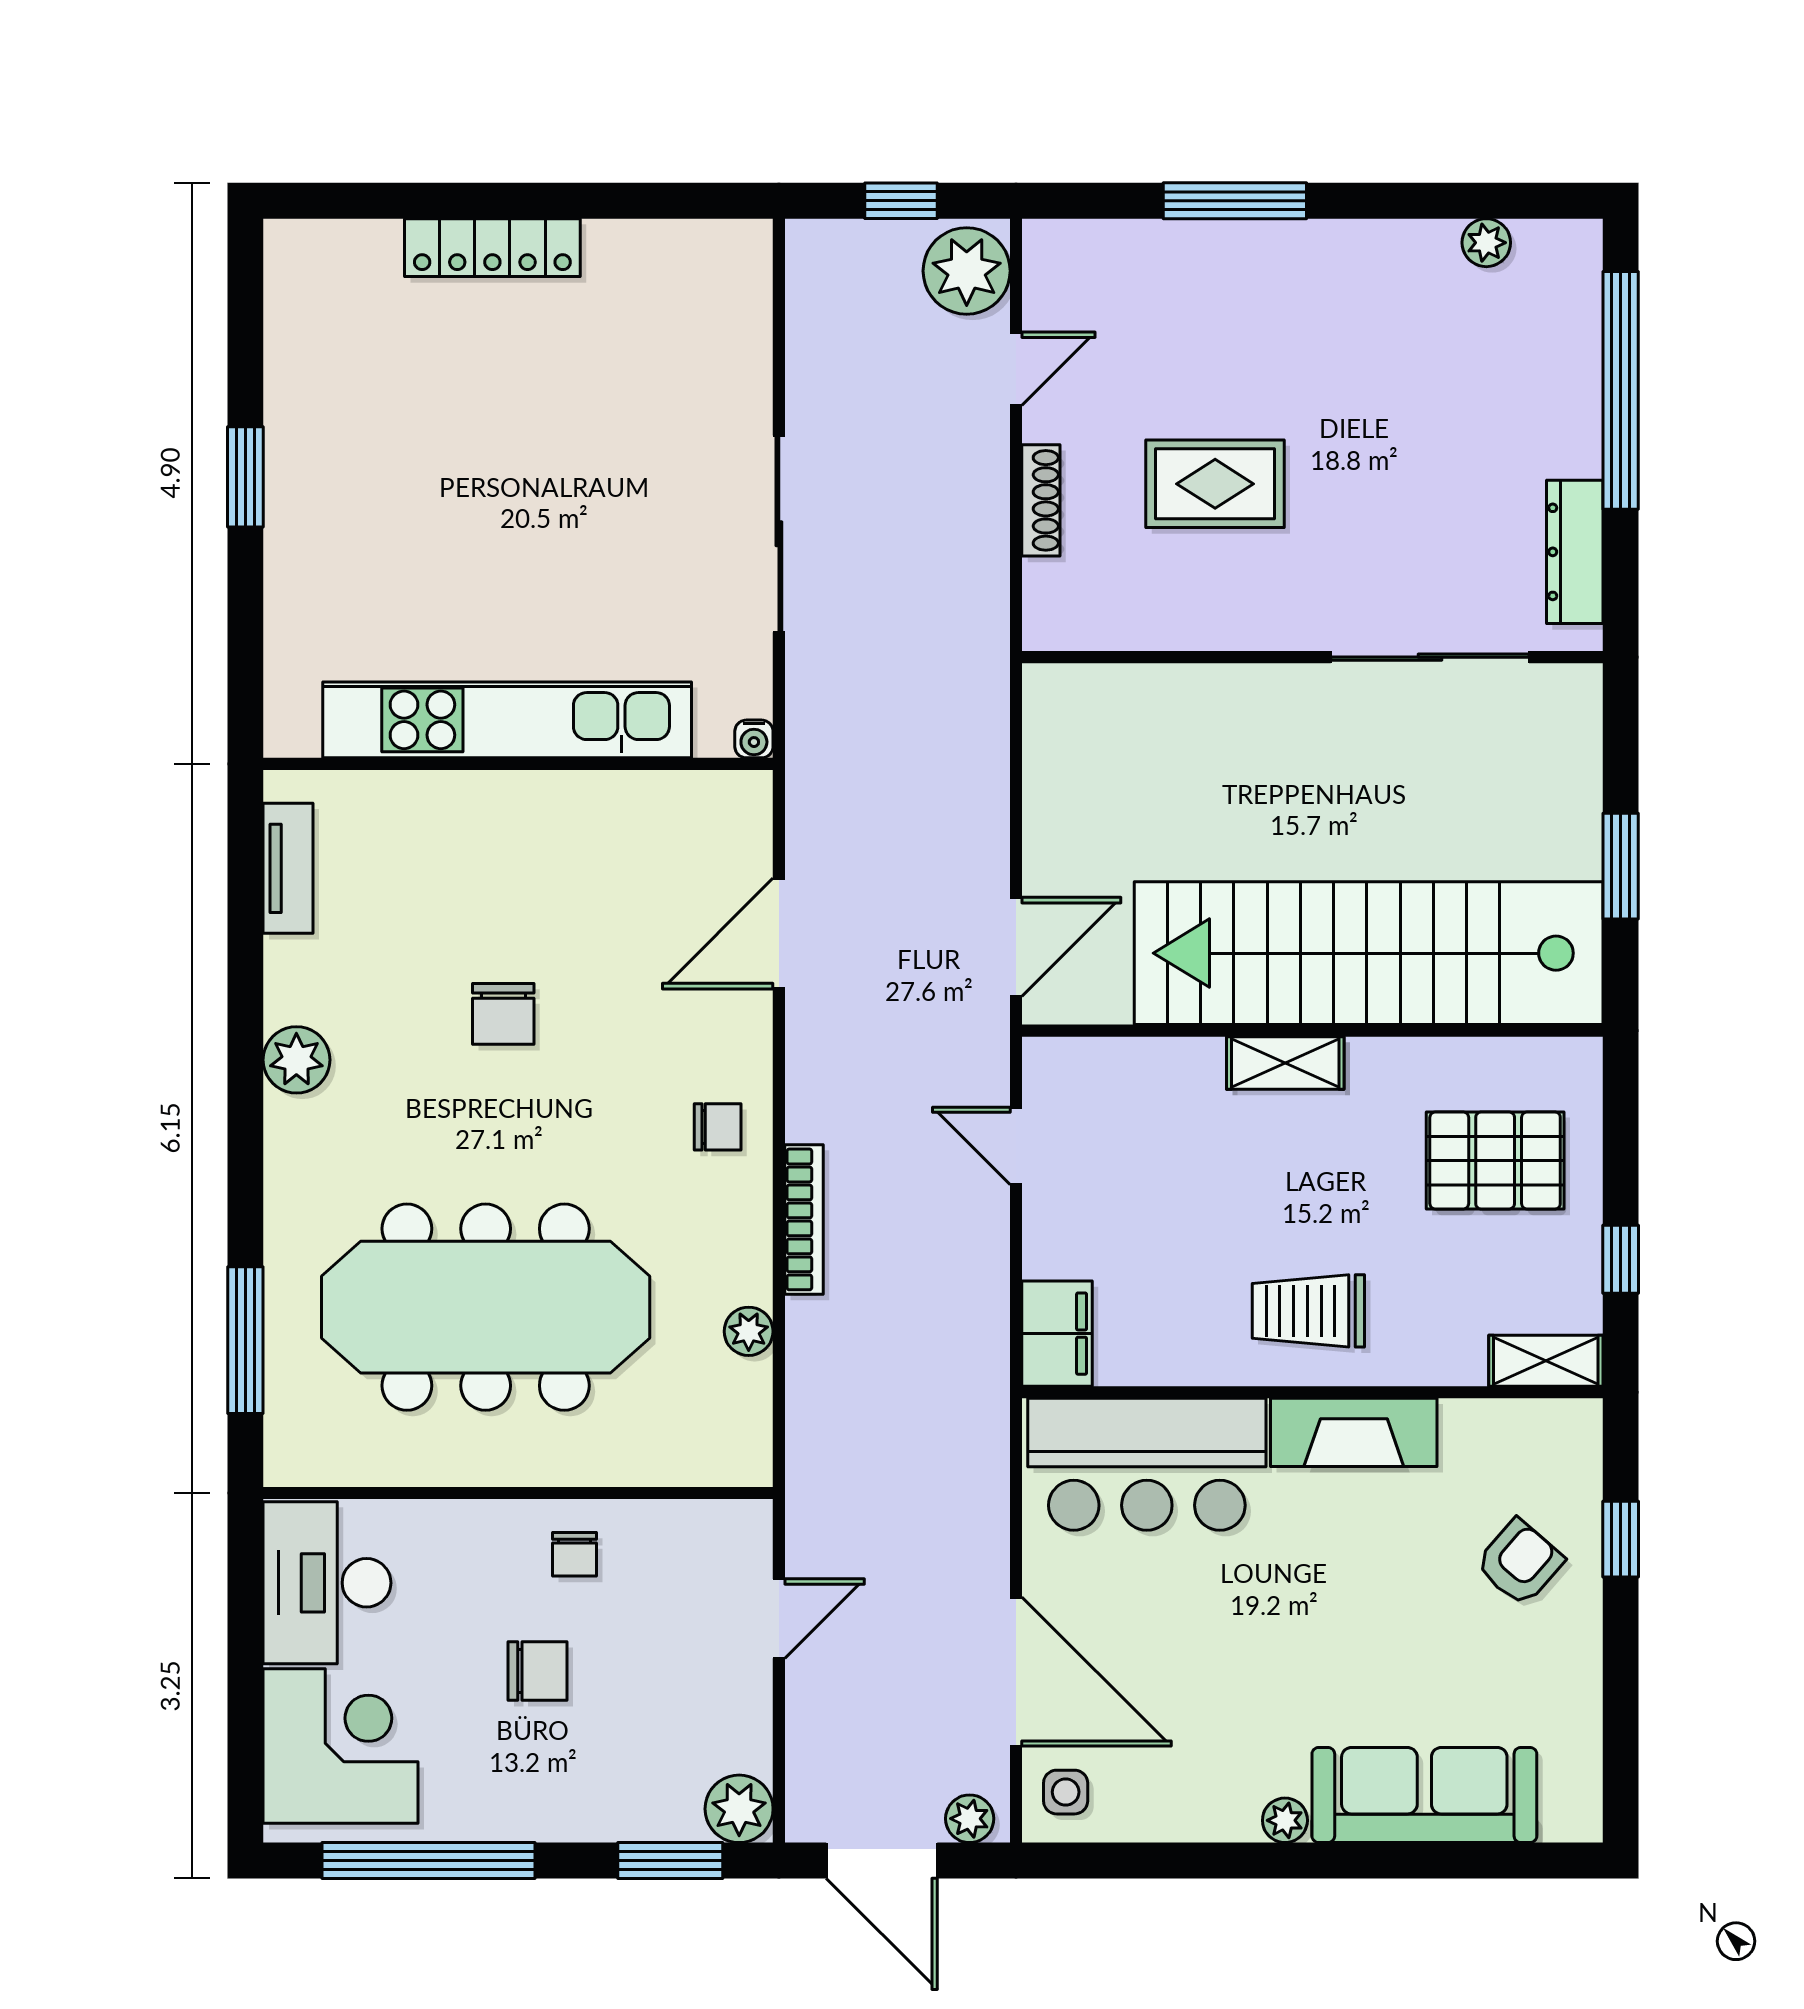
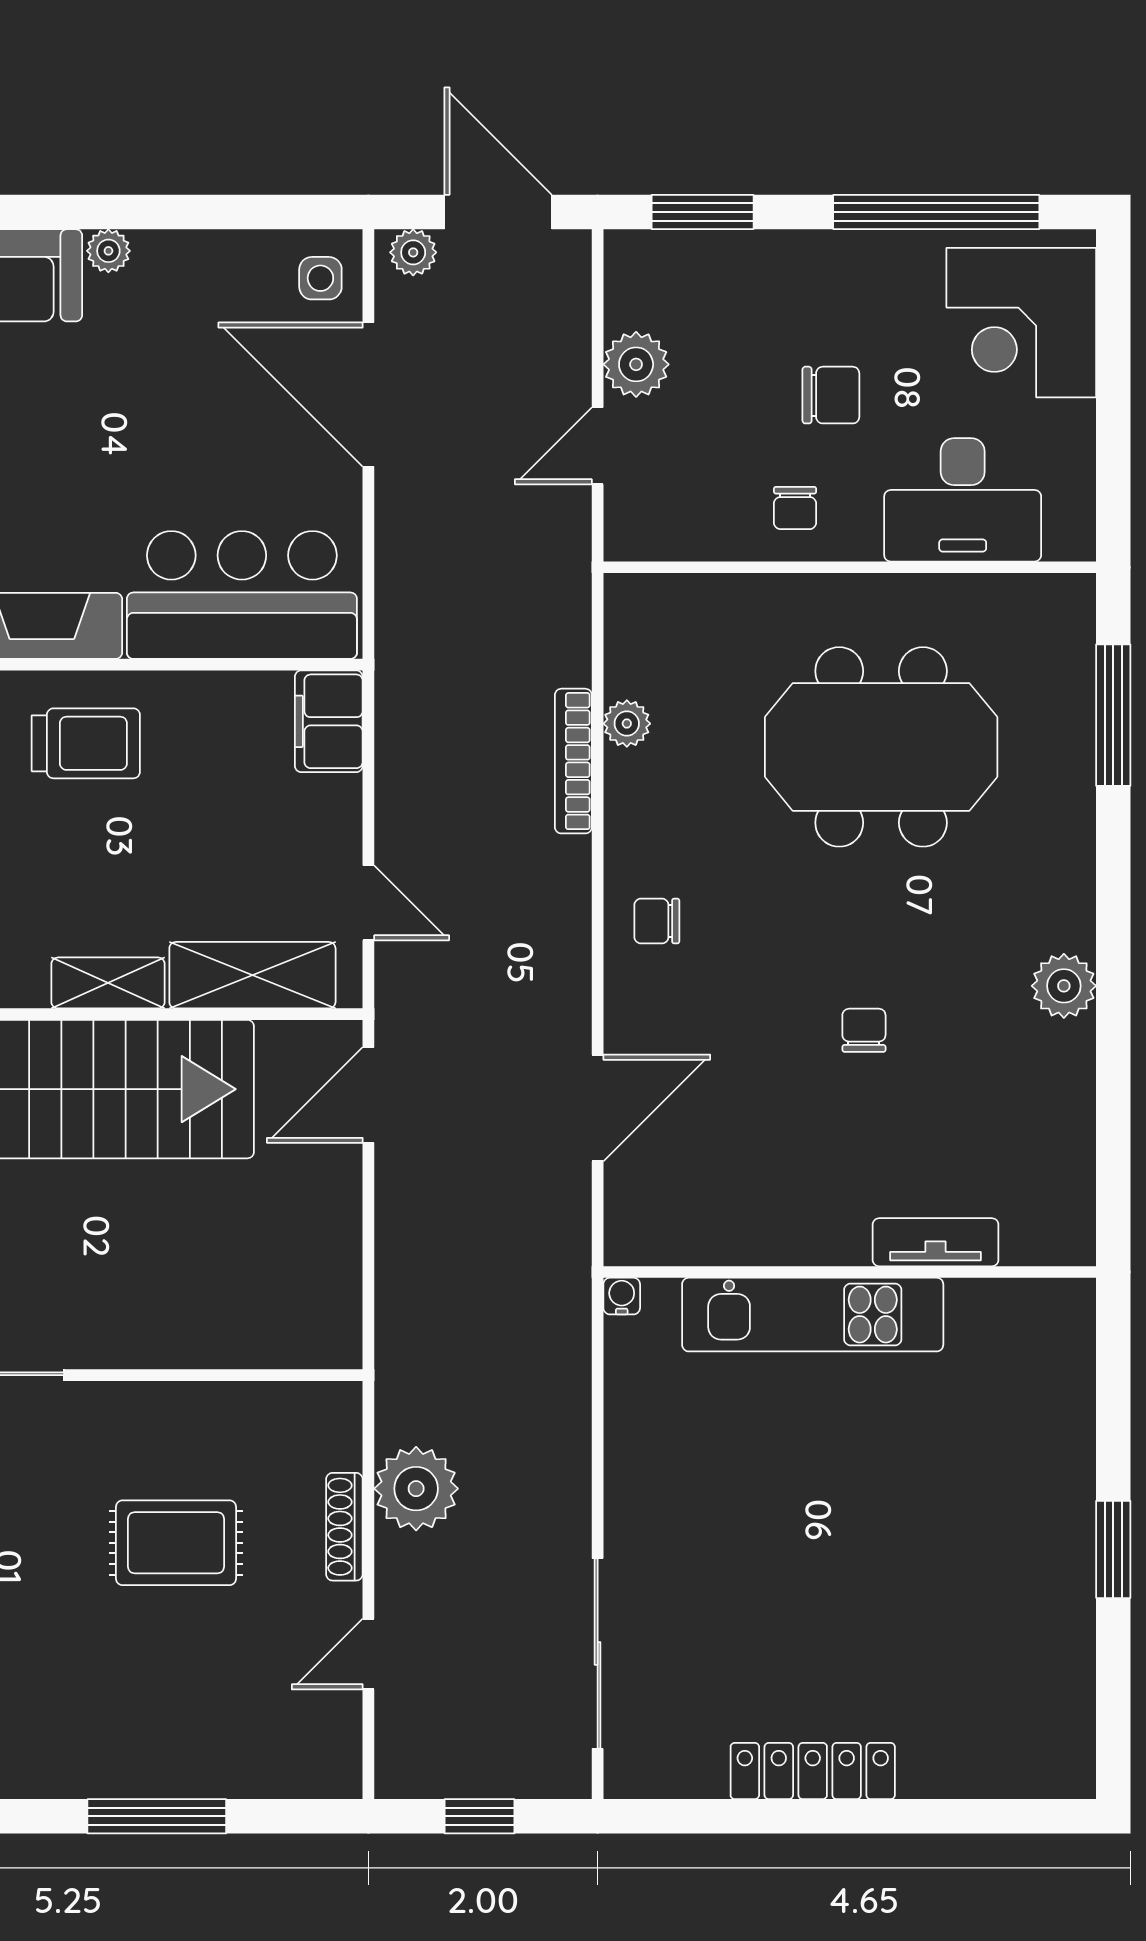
locker: (492, 248) -> (813, 1771), moved
plant: (967, 271) -> (416, 1489), moved
sliding door: (779, 534) -> (598, 1653), moved
kitchen unit: (507, 720) -> (813, 1315), width x0.73
tv unit: (288, 868) -> (936, 1242), moved, turned 90
chair: (503, 1014) -> (864, 1030), width x0.73, depth x0.73
shelving: (1136, 1071) -> (252, 975), added
bookcase: (804, 1219) -> (573, 761), moved
meeting table: (486, 1307) -> (881, 747), width x0.73
chair: (575, 1554) -> (795, 508), turned 180
desk: (327, 1583) -> (963, 500), moved, turned 90
chair: (537, 1671) -> (831, 395), turned 180
plant: (739, 1809) -> (636, 364), moved

